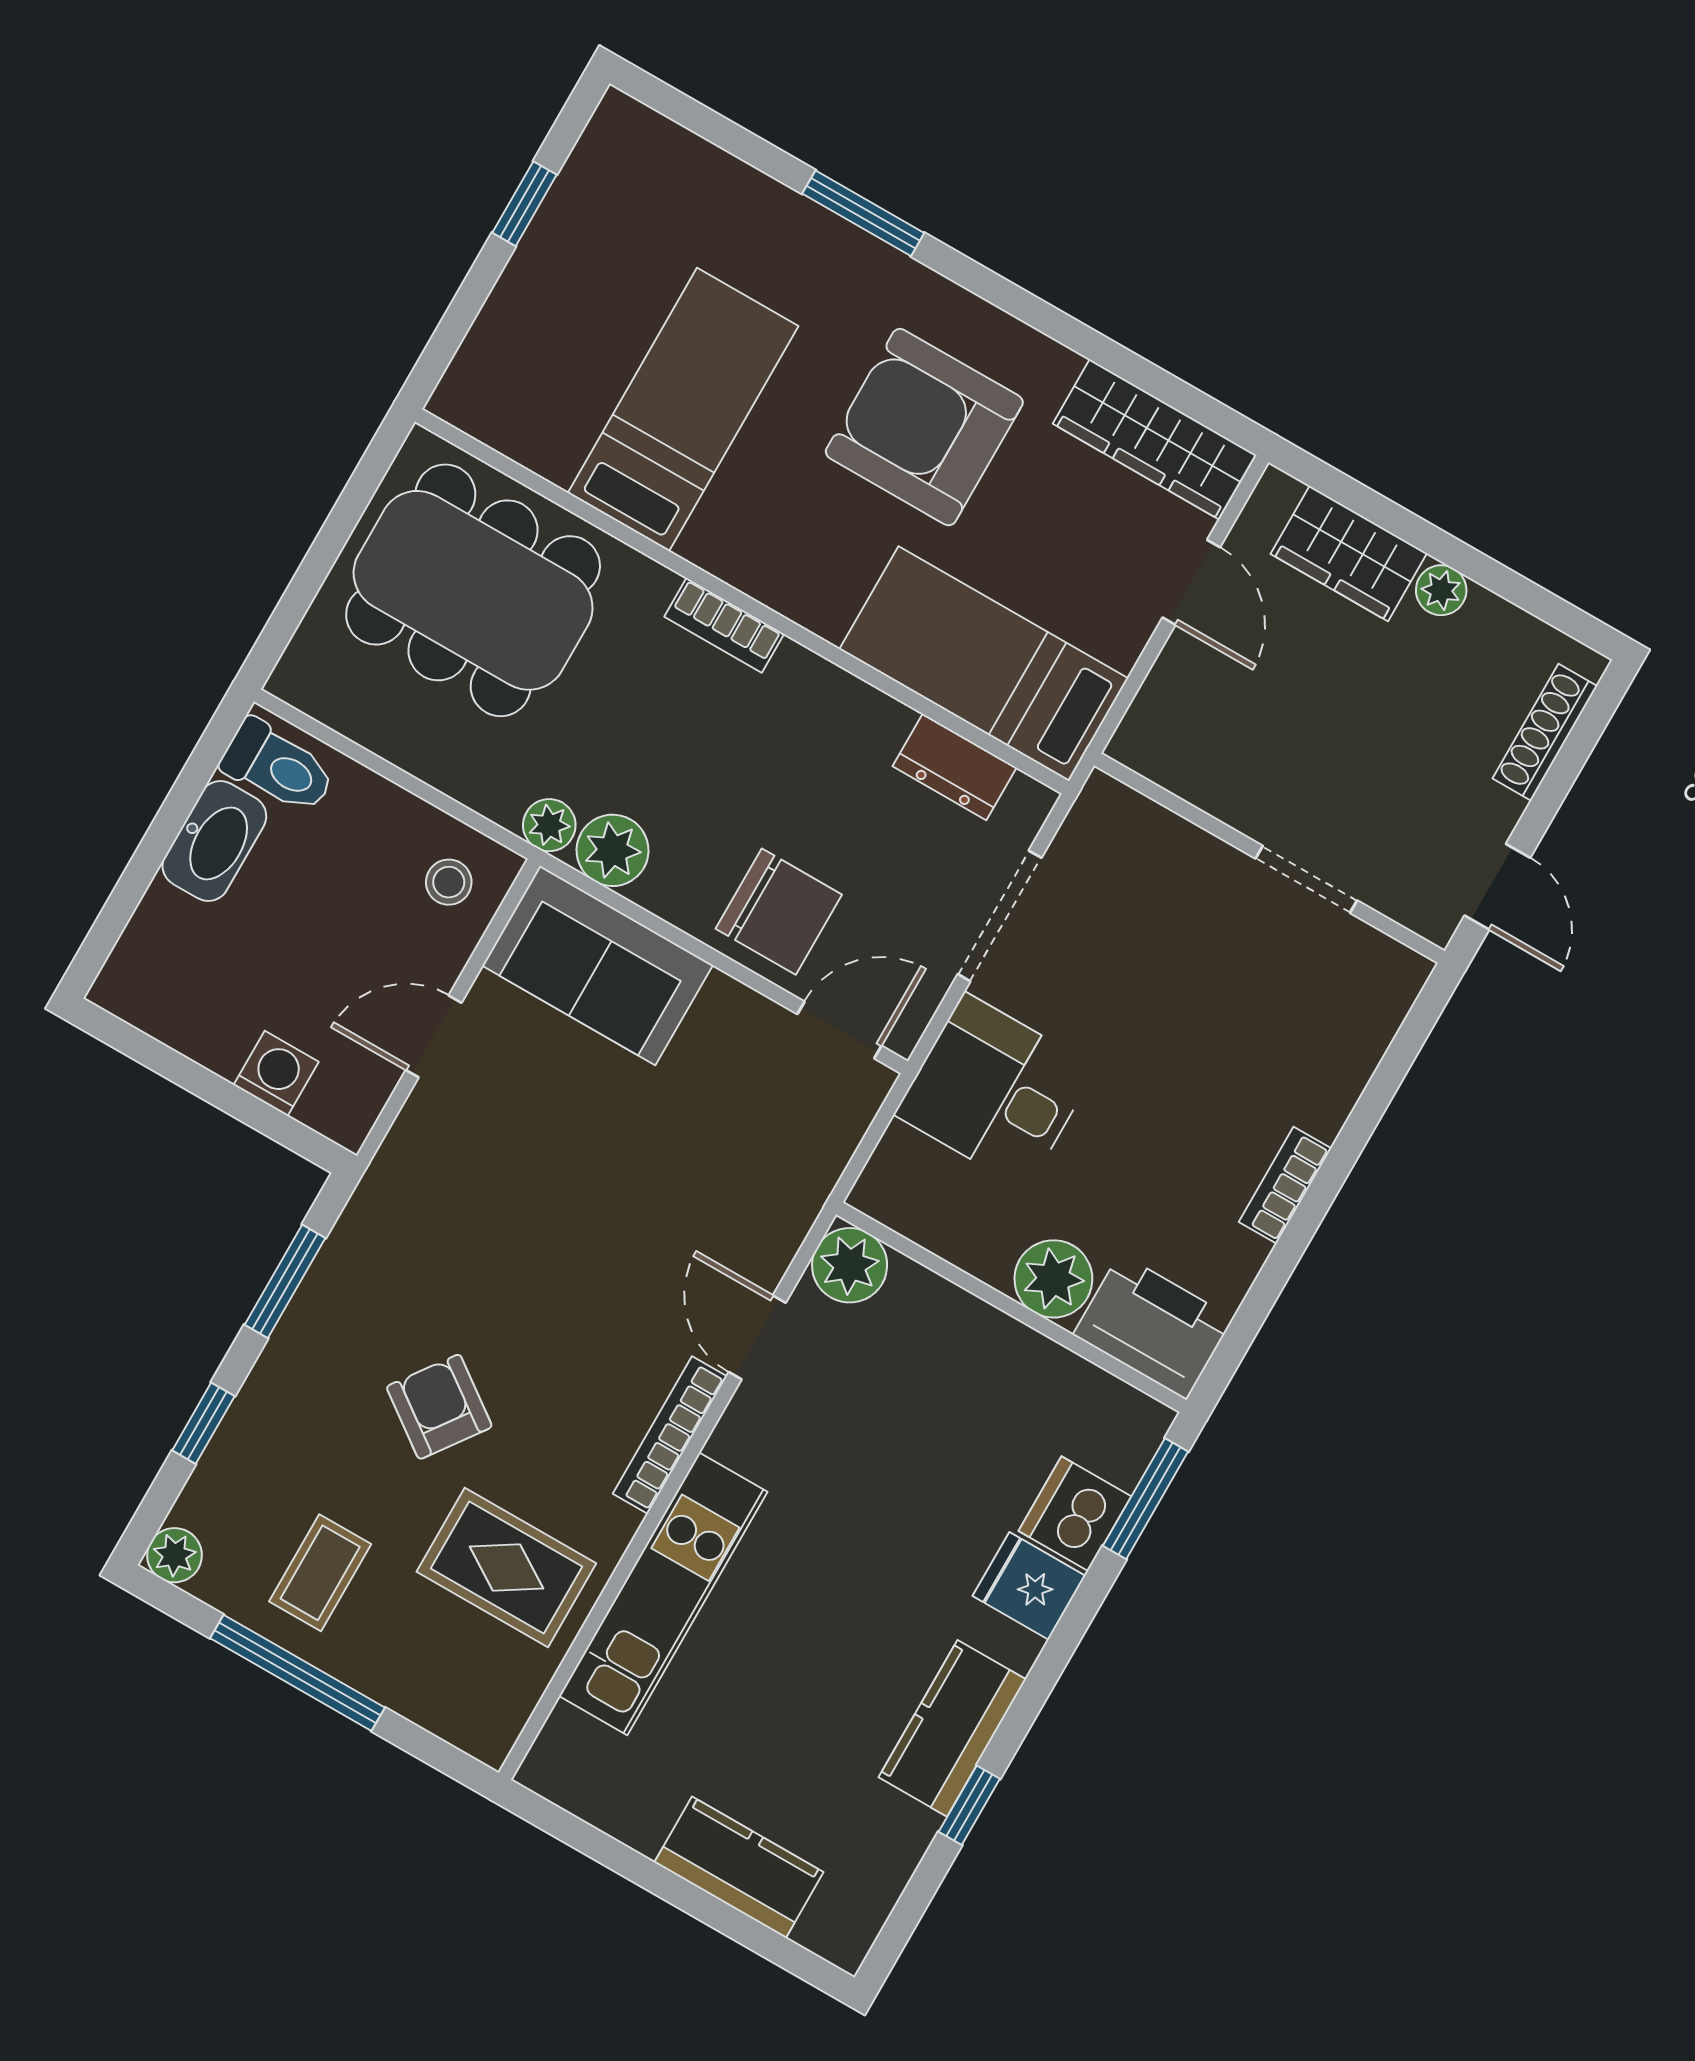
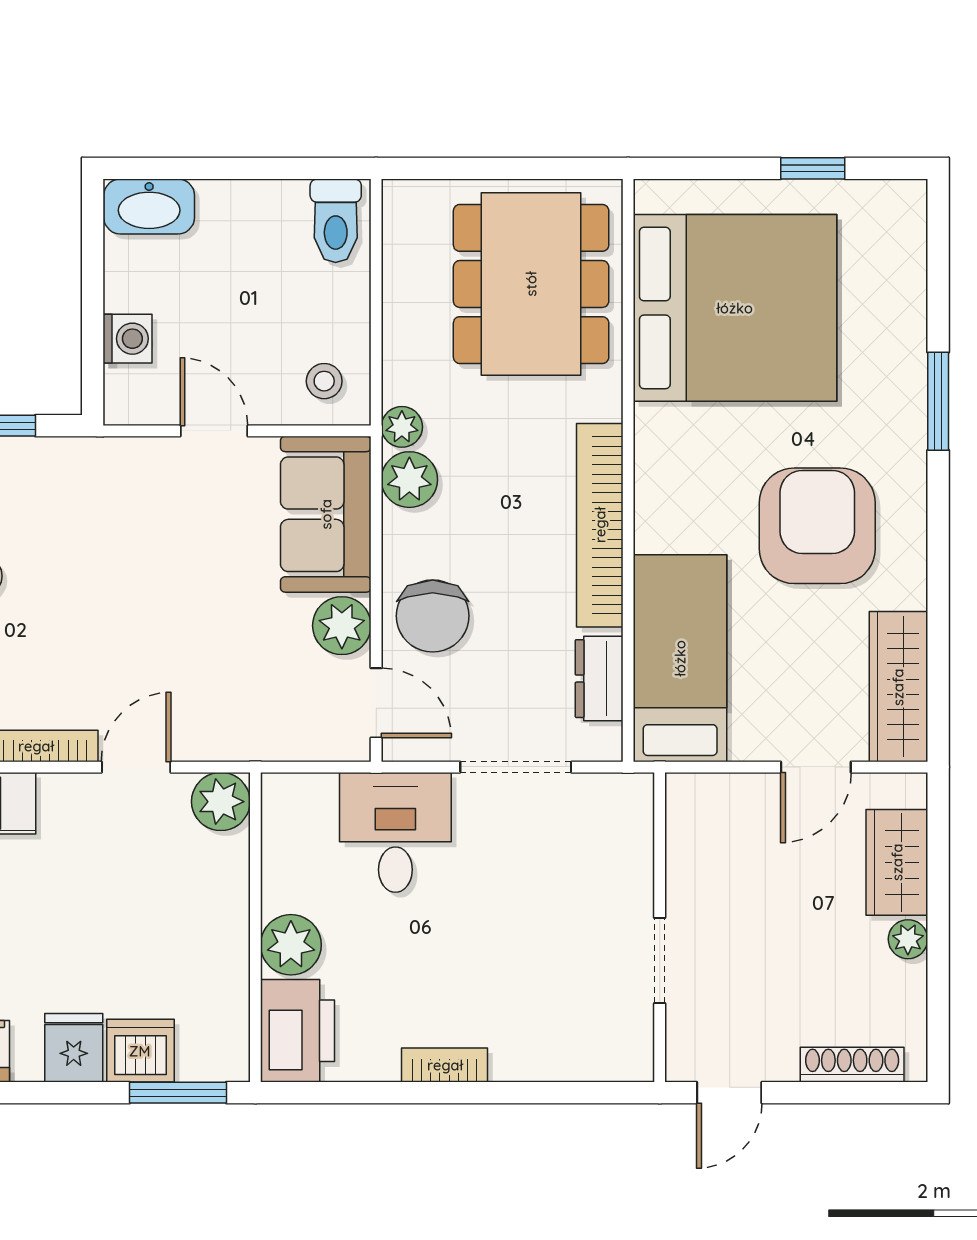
bed: (683, 410) -> (735, 308), width x2.04
bookcase: (724, 625) -> (600, 525), width x2.31, depth x1.31
washbasin: (214, 841) -> (149, 206), moved
plant: (731, 1019) -> (342, 626), added

